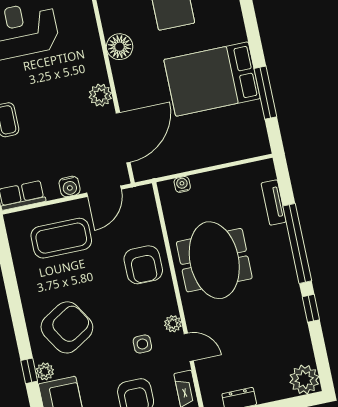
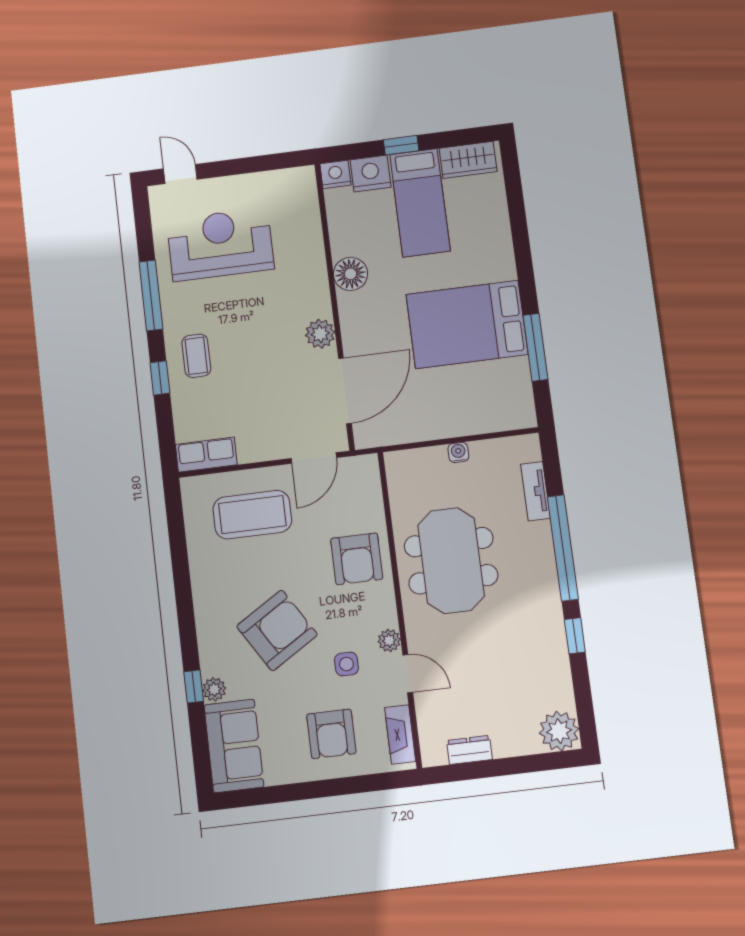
water cooler: (182, 184) -> (458, 452), moved
water cooler: (70, 186) -> (269, 448), removed
armchair: (67, 327) -> (277, 630), moved

